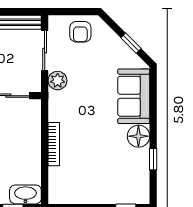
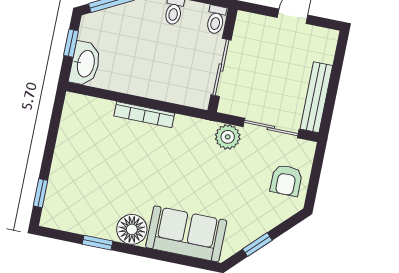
armchair: (80, 32) -> (286, 180), turned -90

